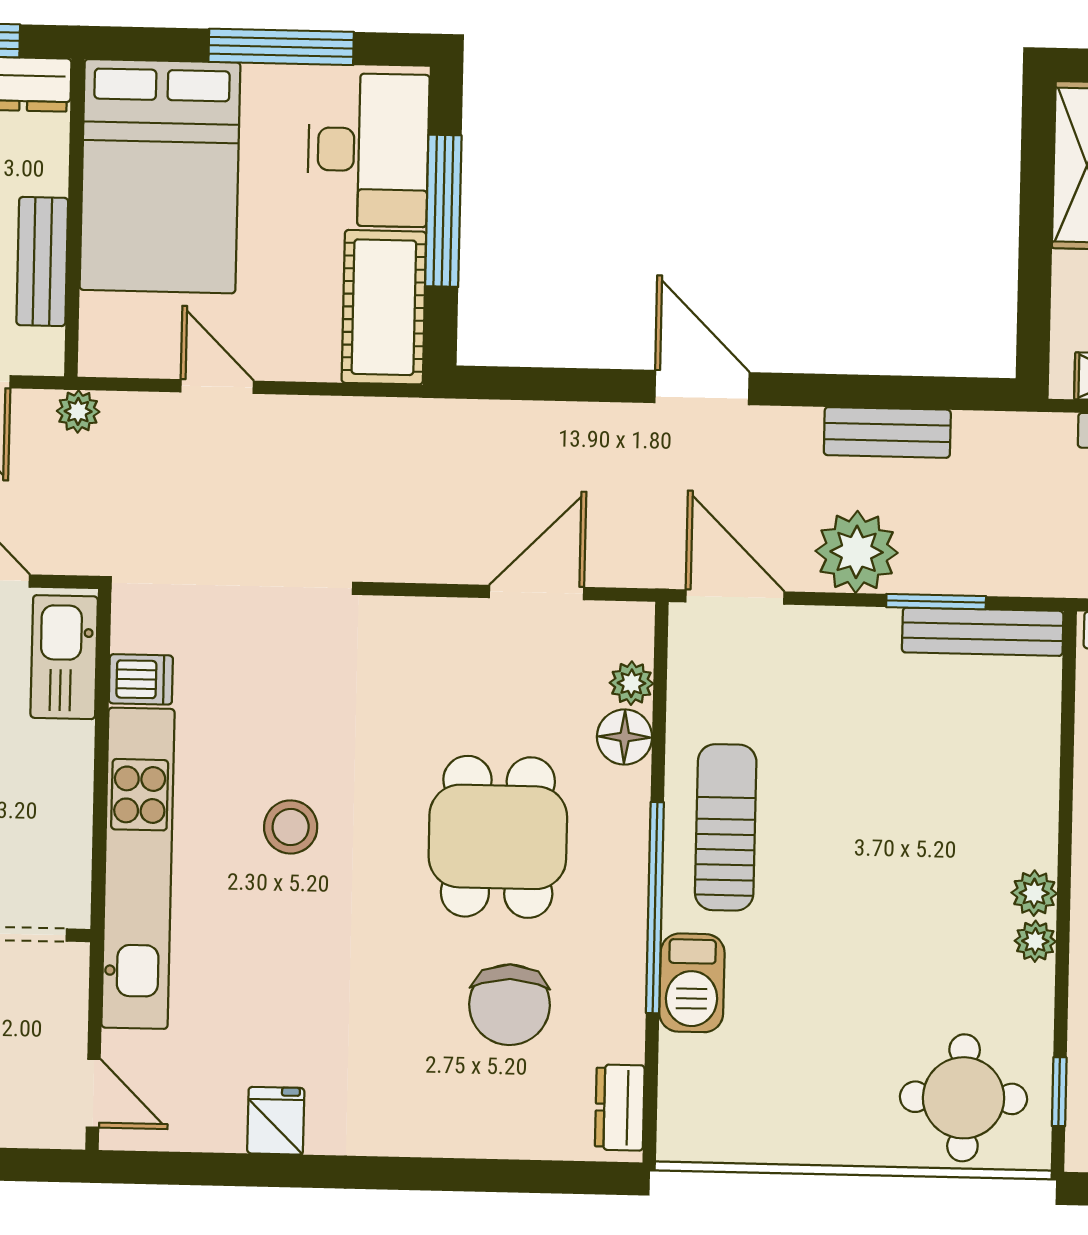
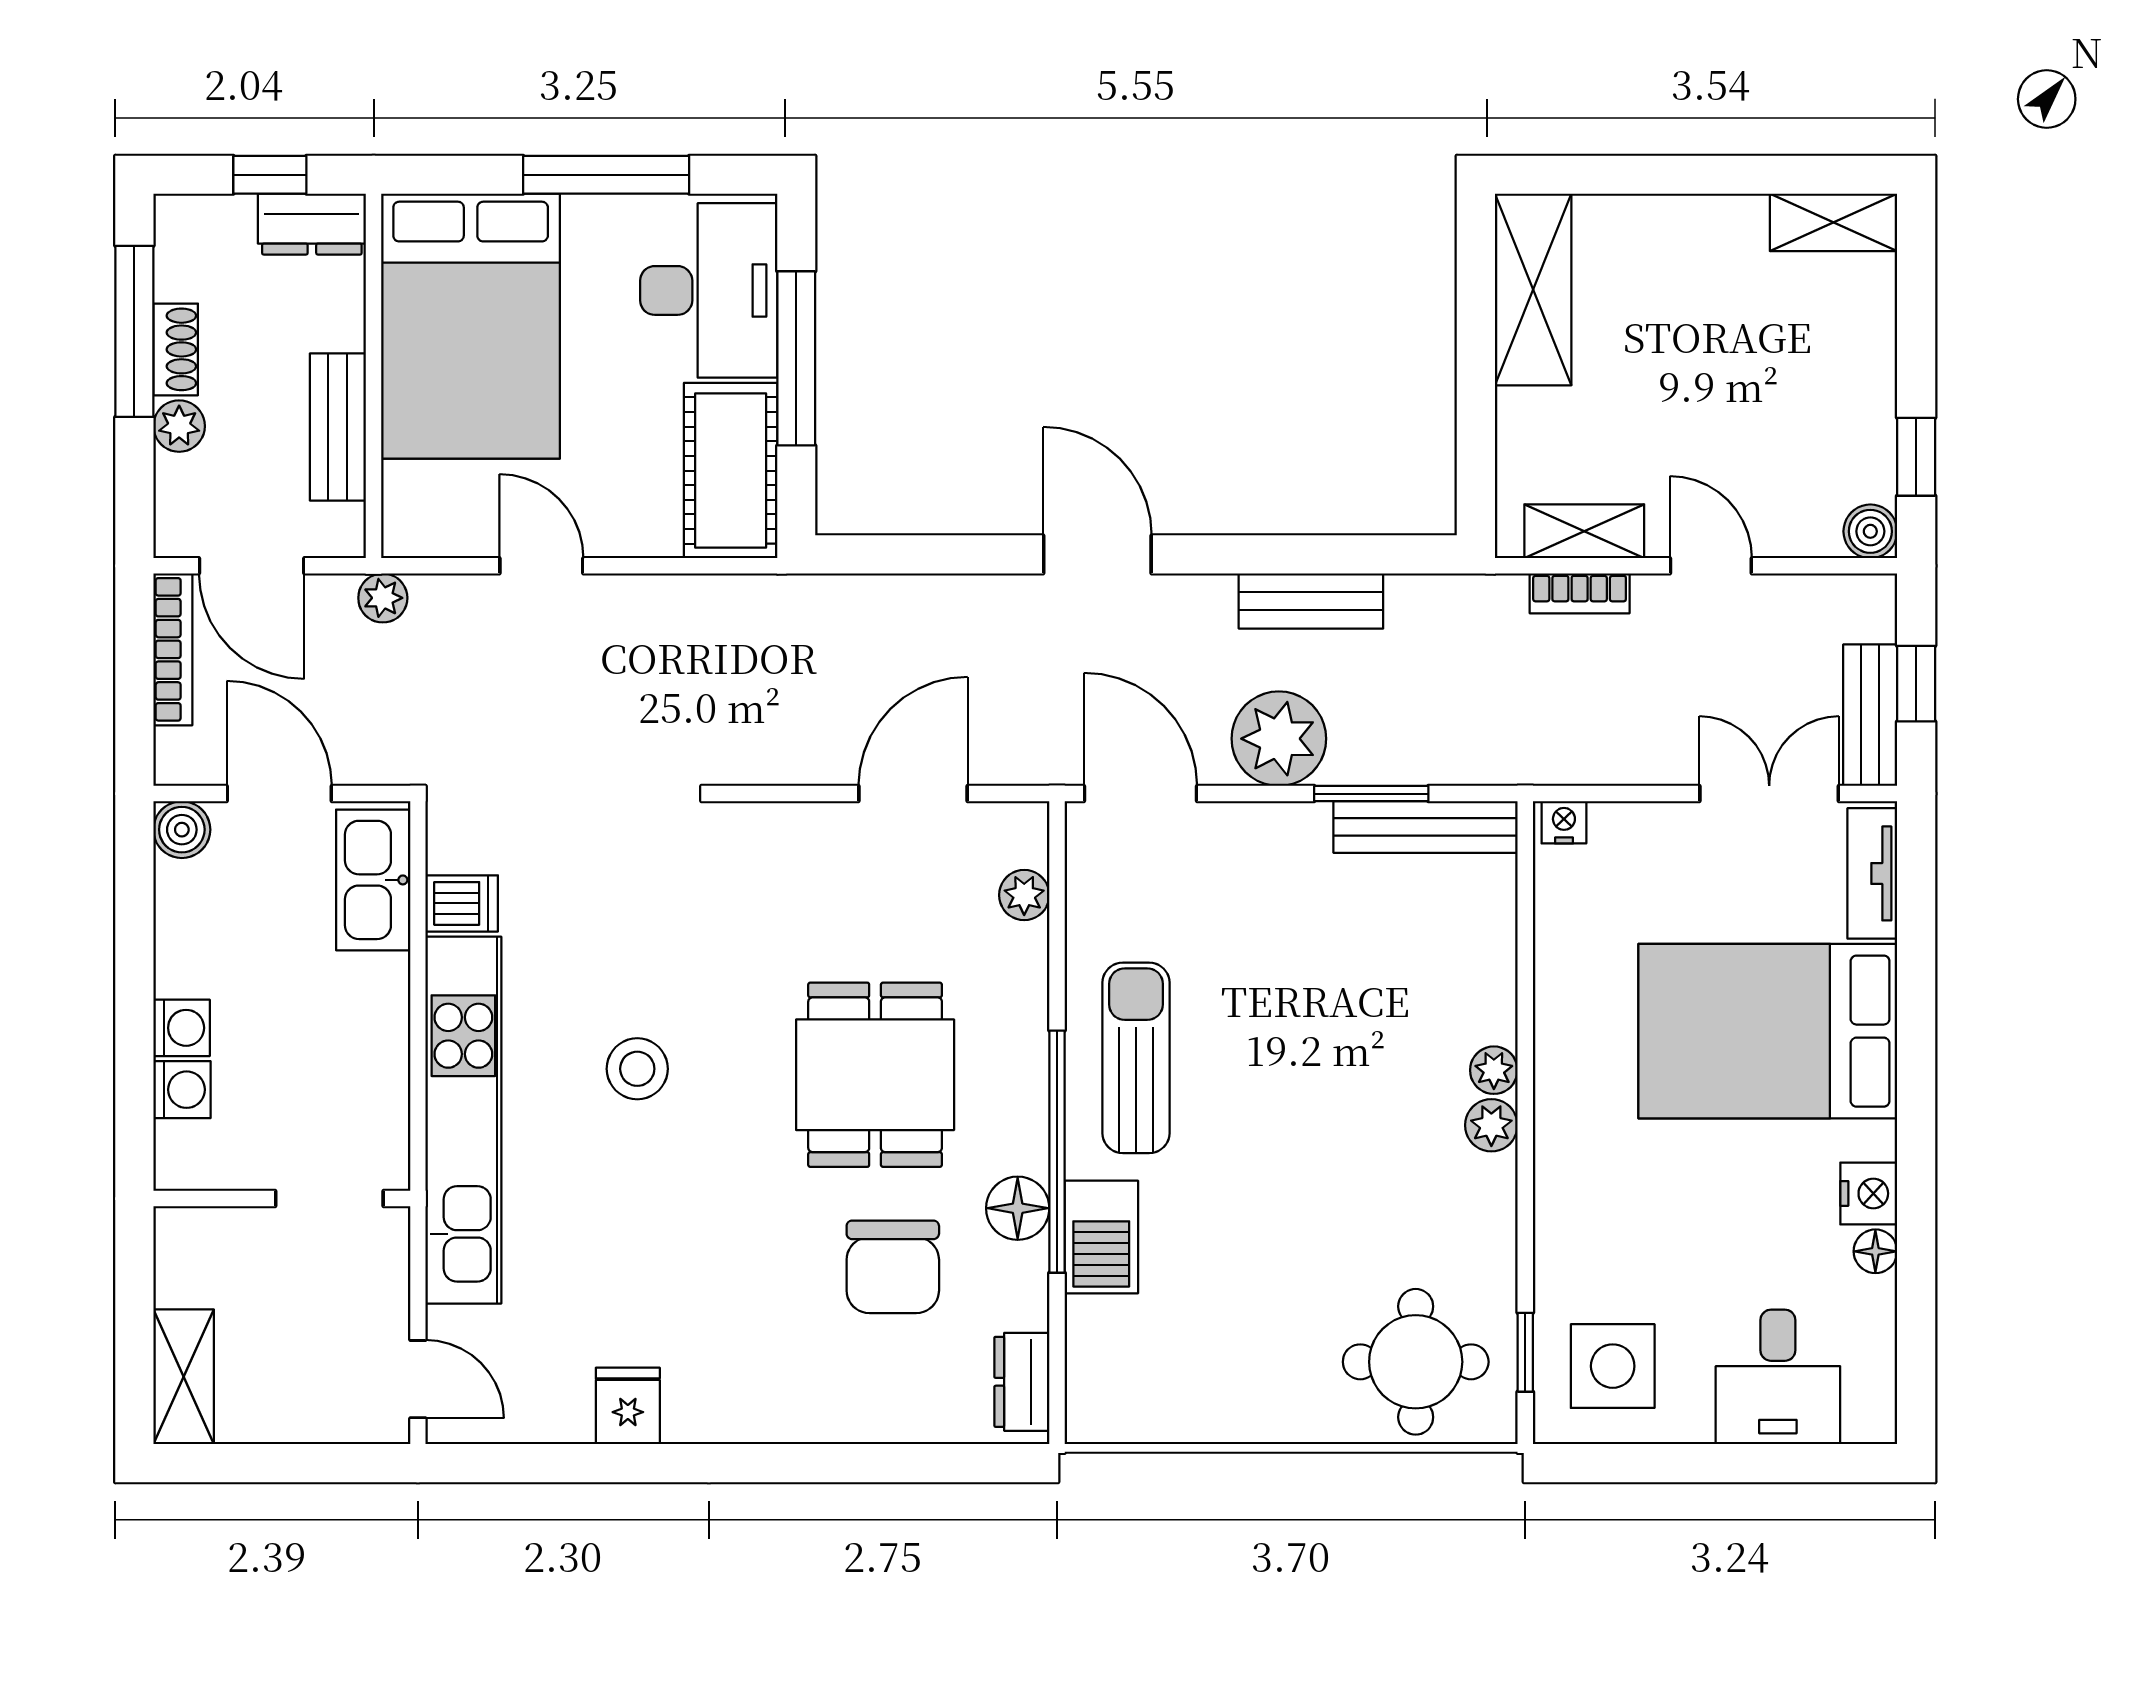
floor lamp: (625, 737) -> (1018, 1208), moved
plant: (1035, 941) -> (1494, 1070), moved

